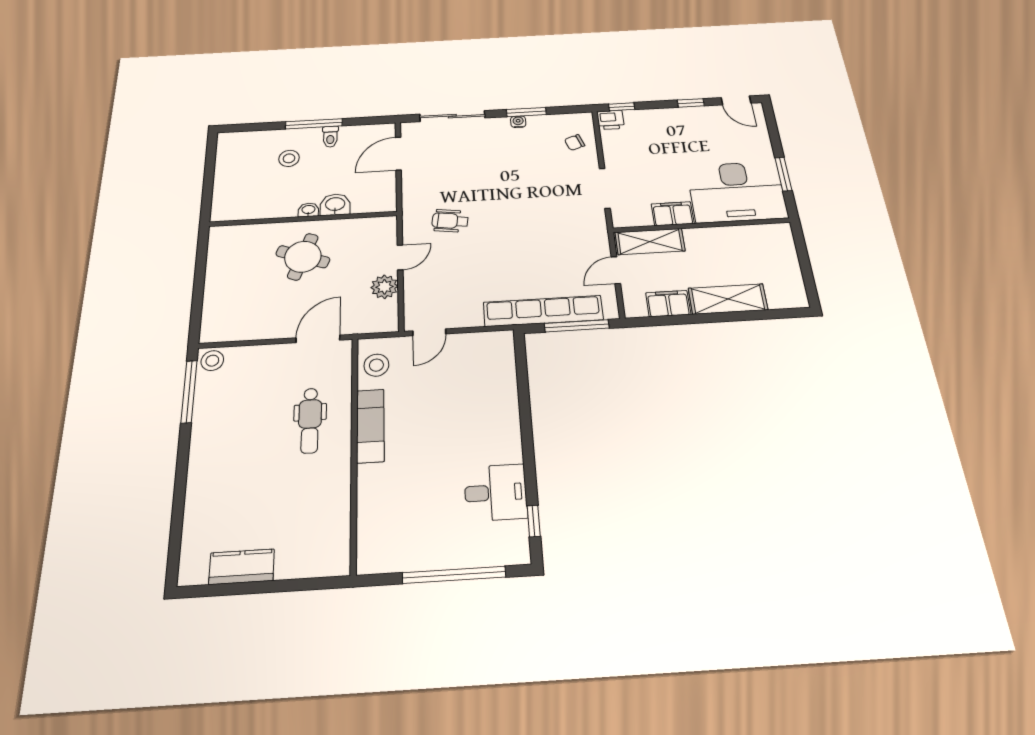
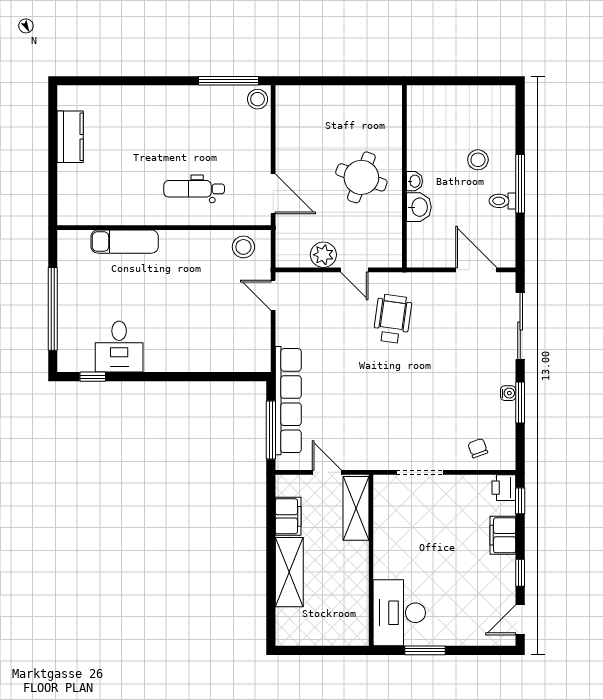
desk: (737, 192) -> (399, 613), width x0.73, depth x0.77
filing cabinet: (673, 214) -> (503, 535), moved, turned 180
wheelchair: (450, 221) -> (392, 319), width x1.36, depth x1.37
exam couch: (370, 426) -> (125, 242), moved

